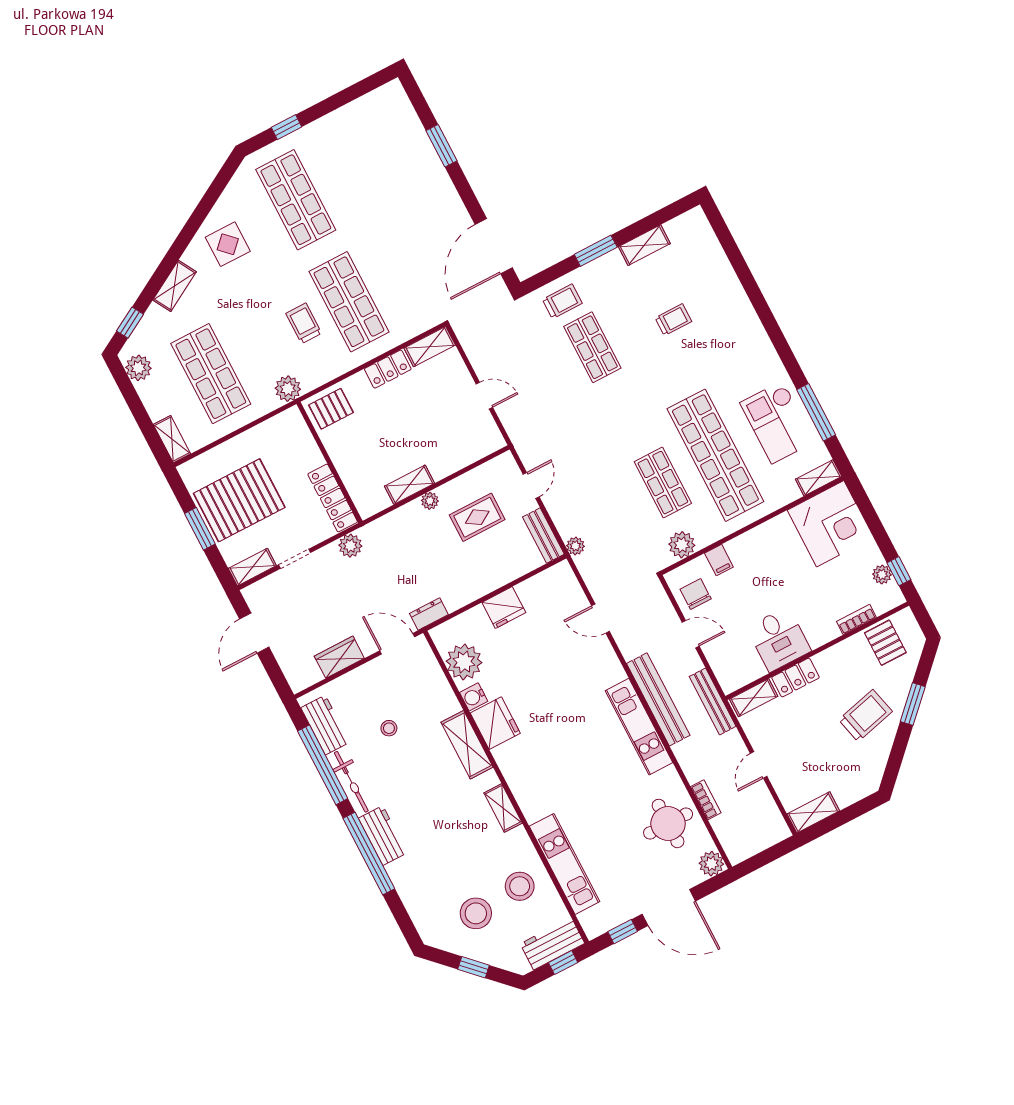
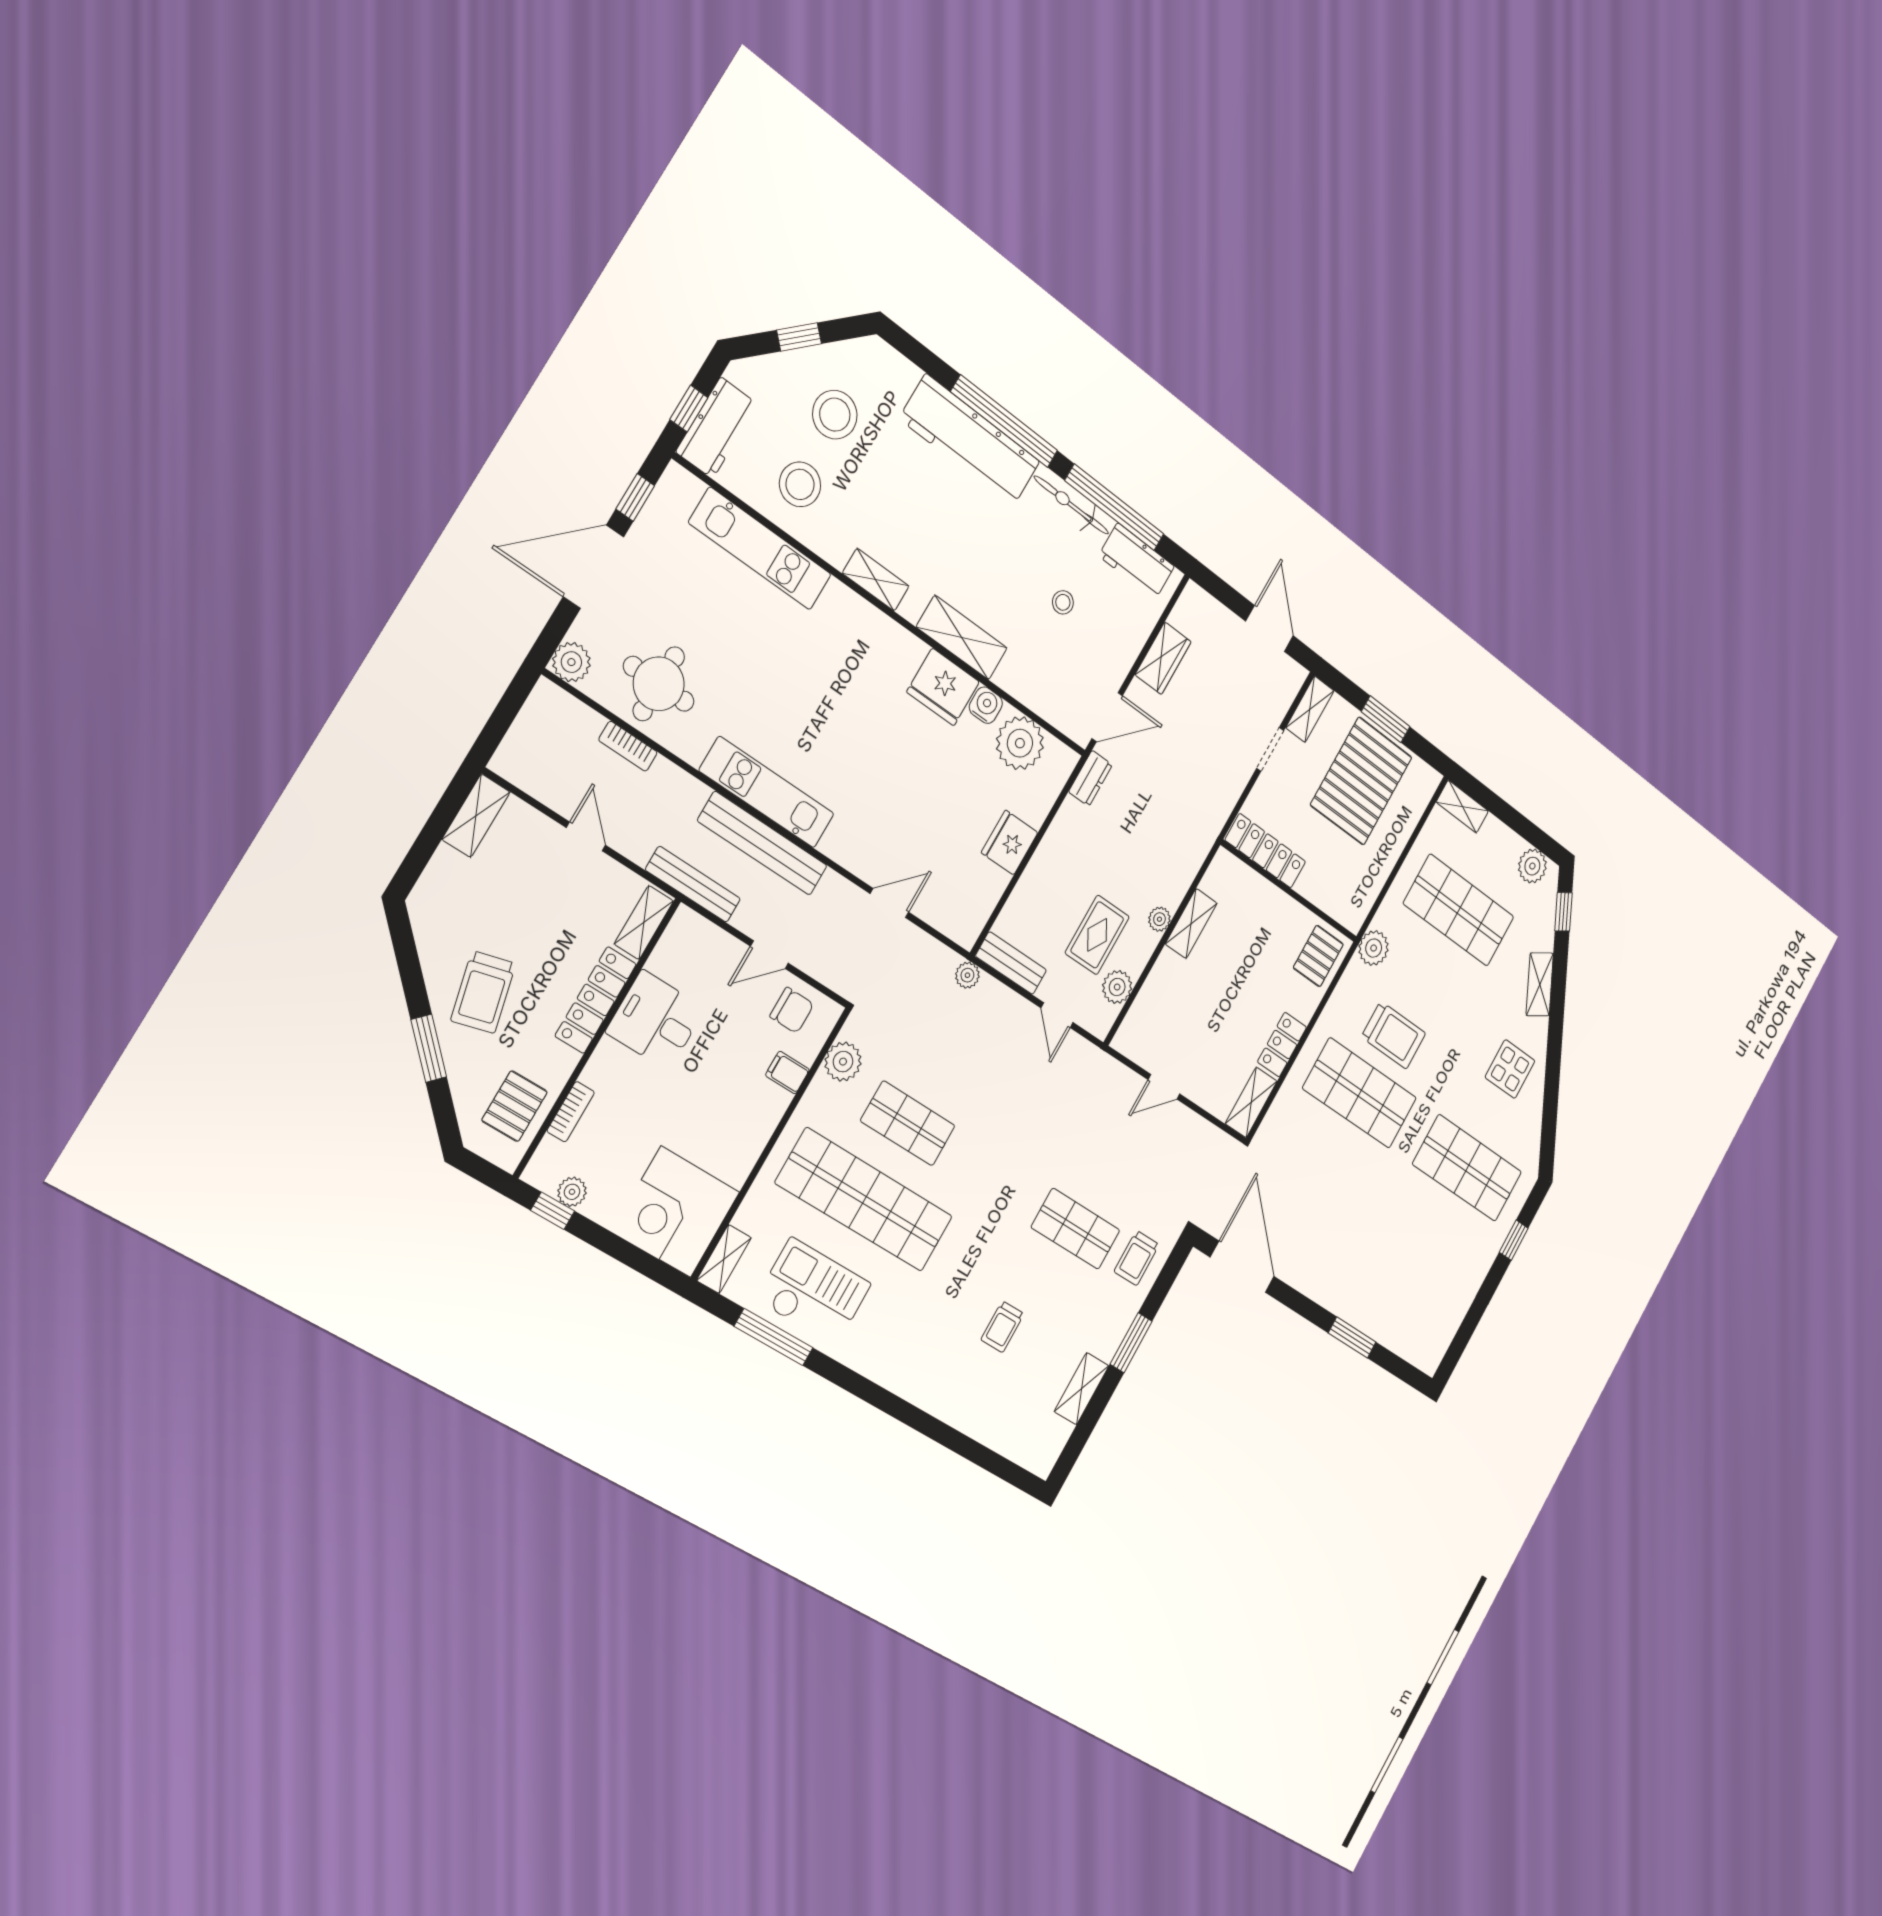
trolley: (304, 323) -> (1393, 1035), width x1.36, depth x1.39
plant: (350, 546) -> (1117, 987), moved
pallet: (885, 643) -> (515, 1106), turned 90
locker: (795, 678) -> (596, 1000), width x1.53
workbench: (383, 836) -> (970, 440), width x1.88, depth x1.32

